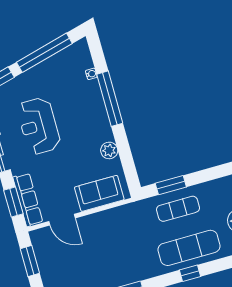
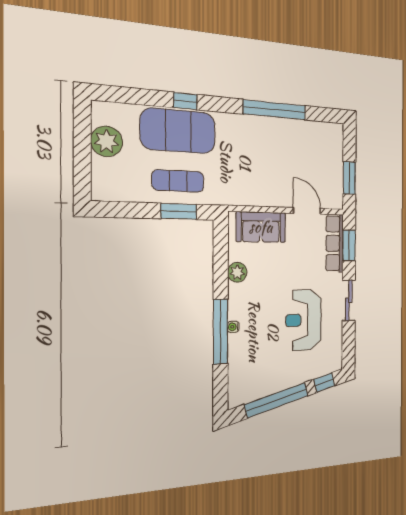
water cooler: (91, 74) -> (233, 327), moved
reception desk: (39, 126) -> (303, 320), turned 180
exercise mat: (189, 248) -> (178, 131), width x1.47

